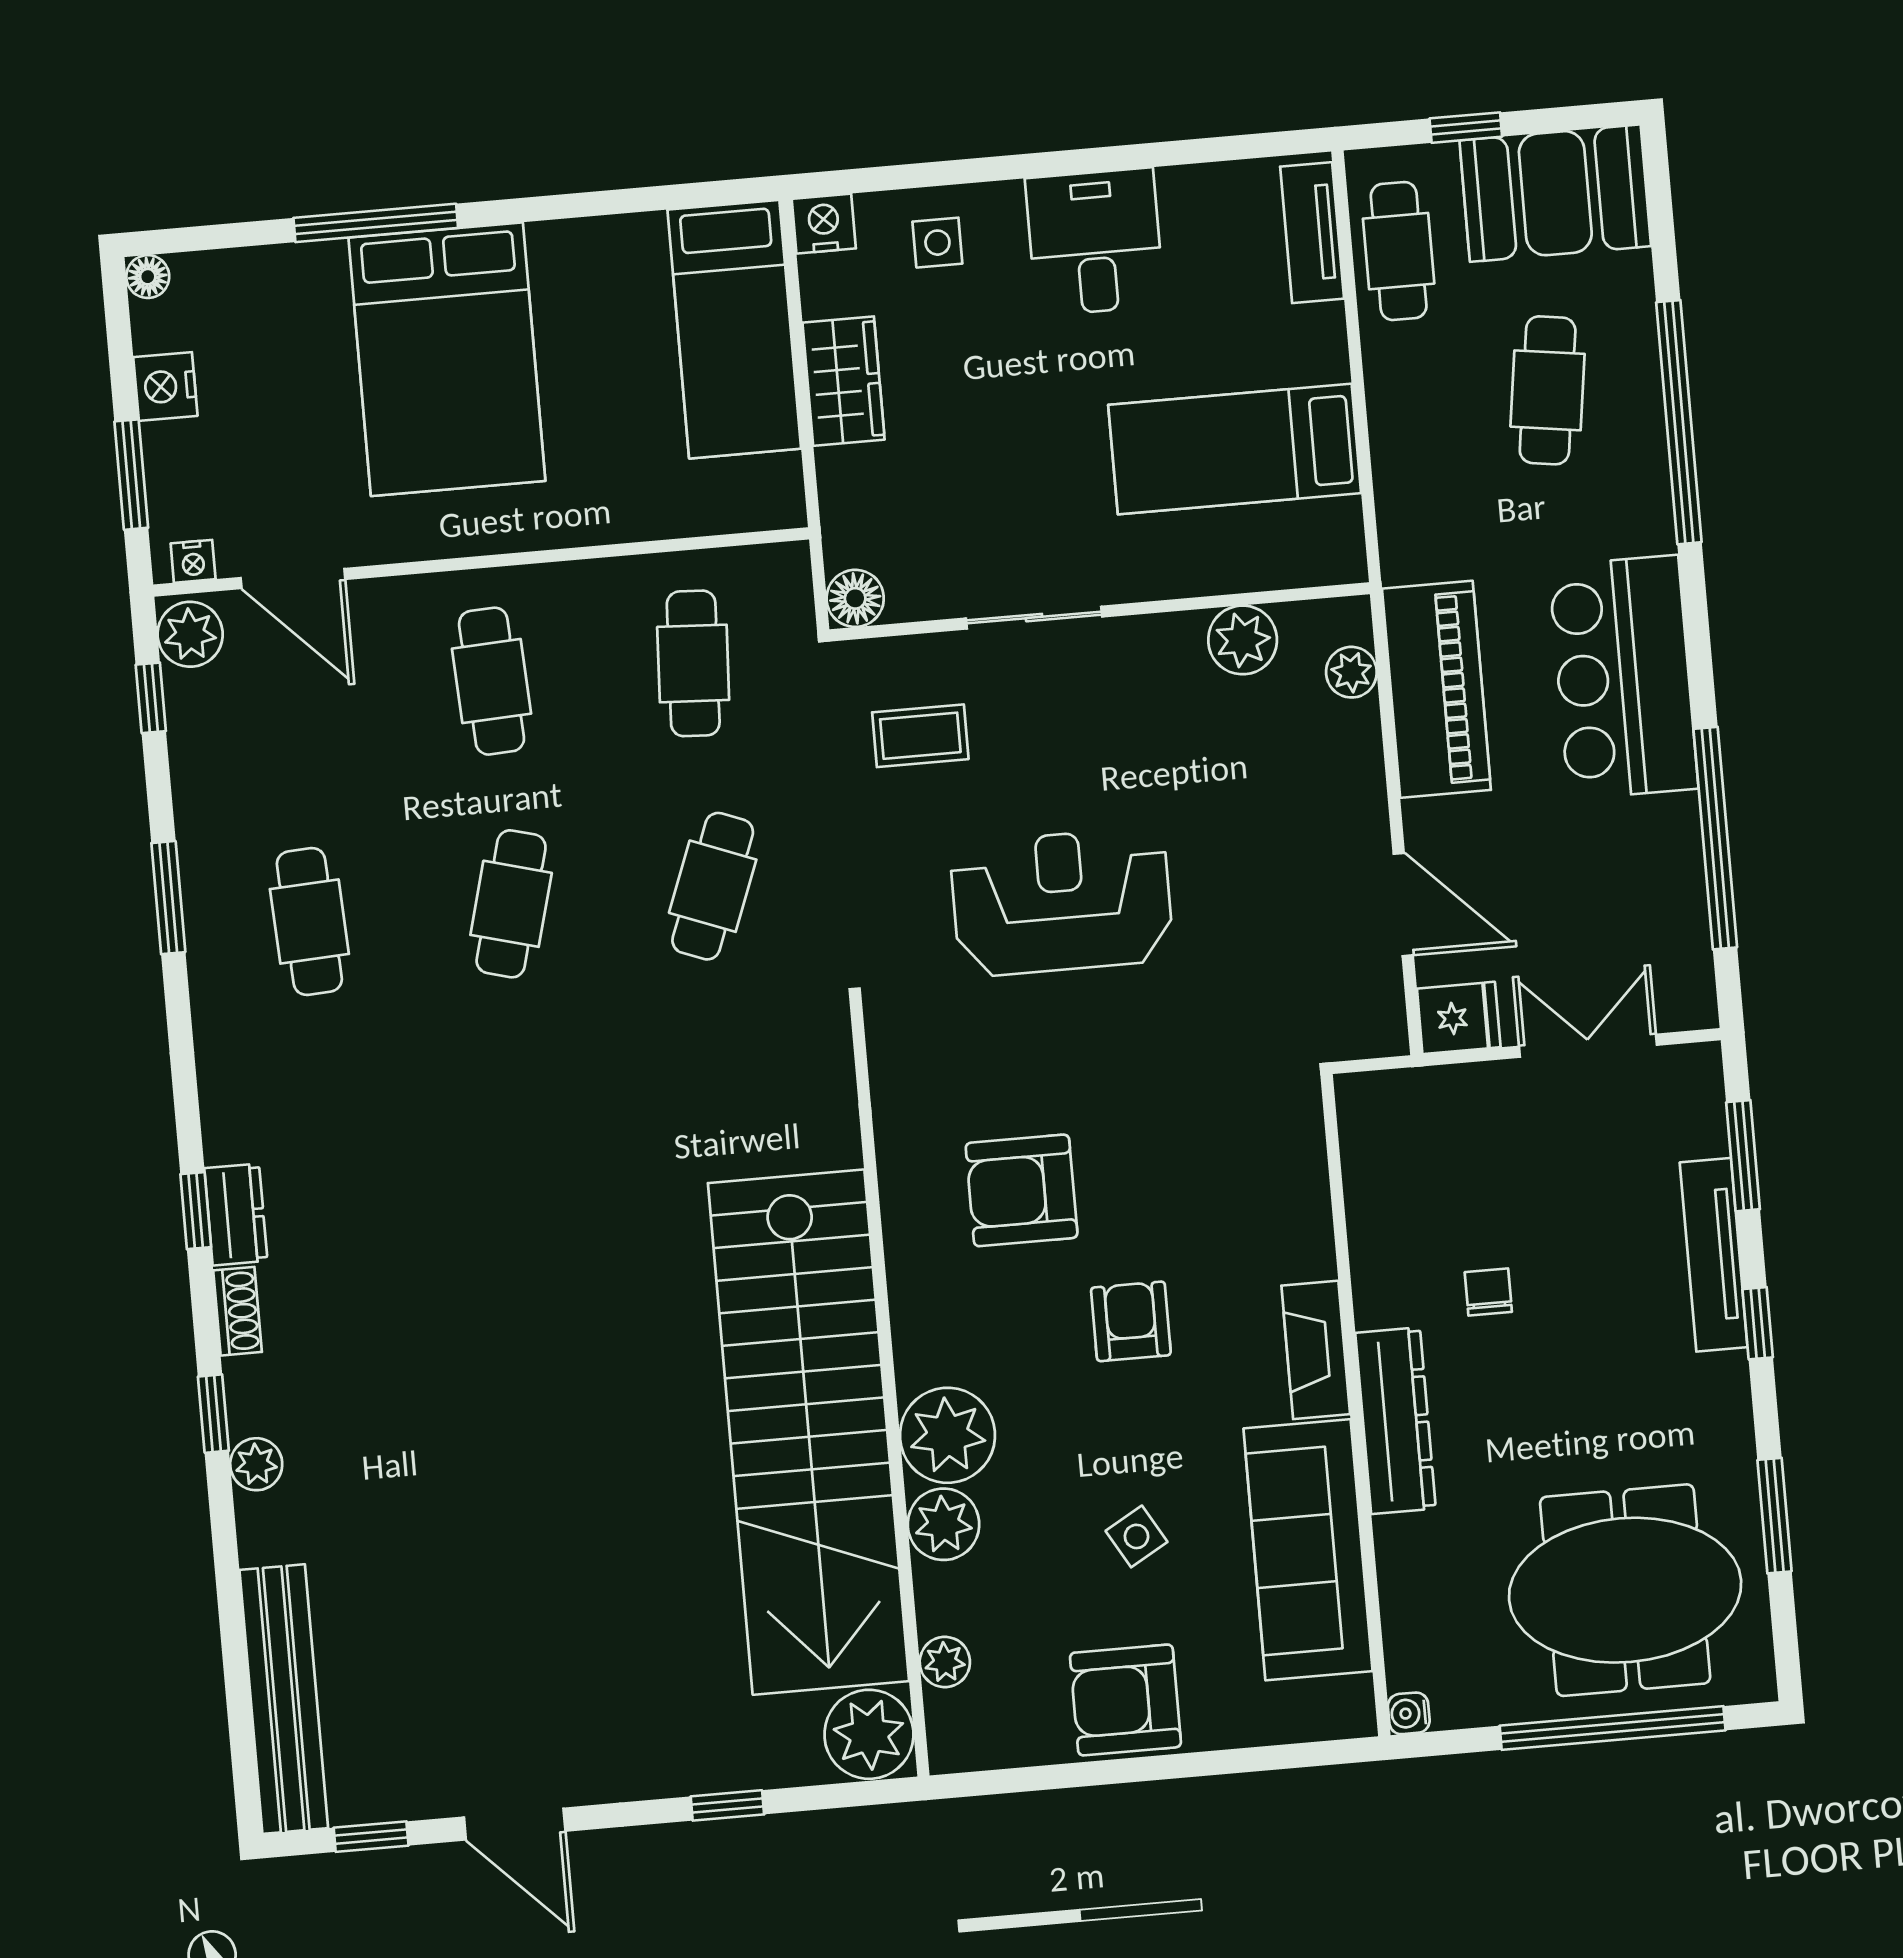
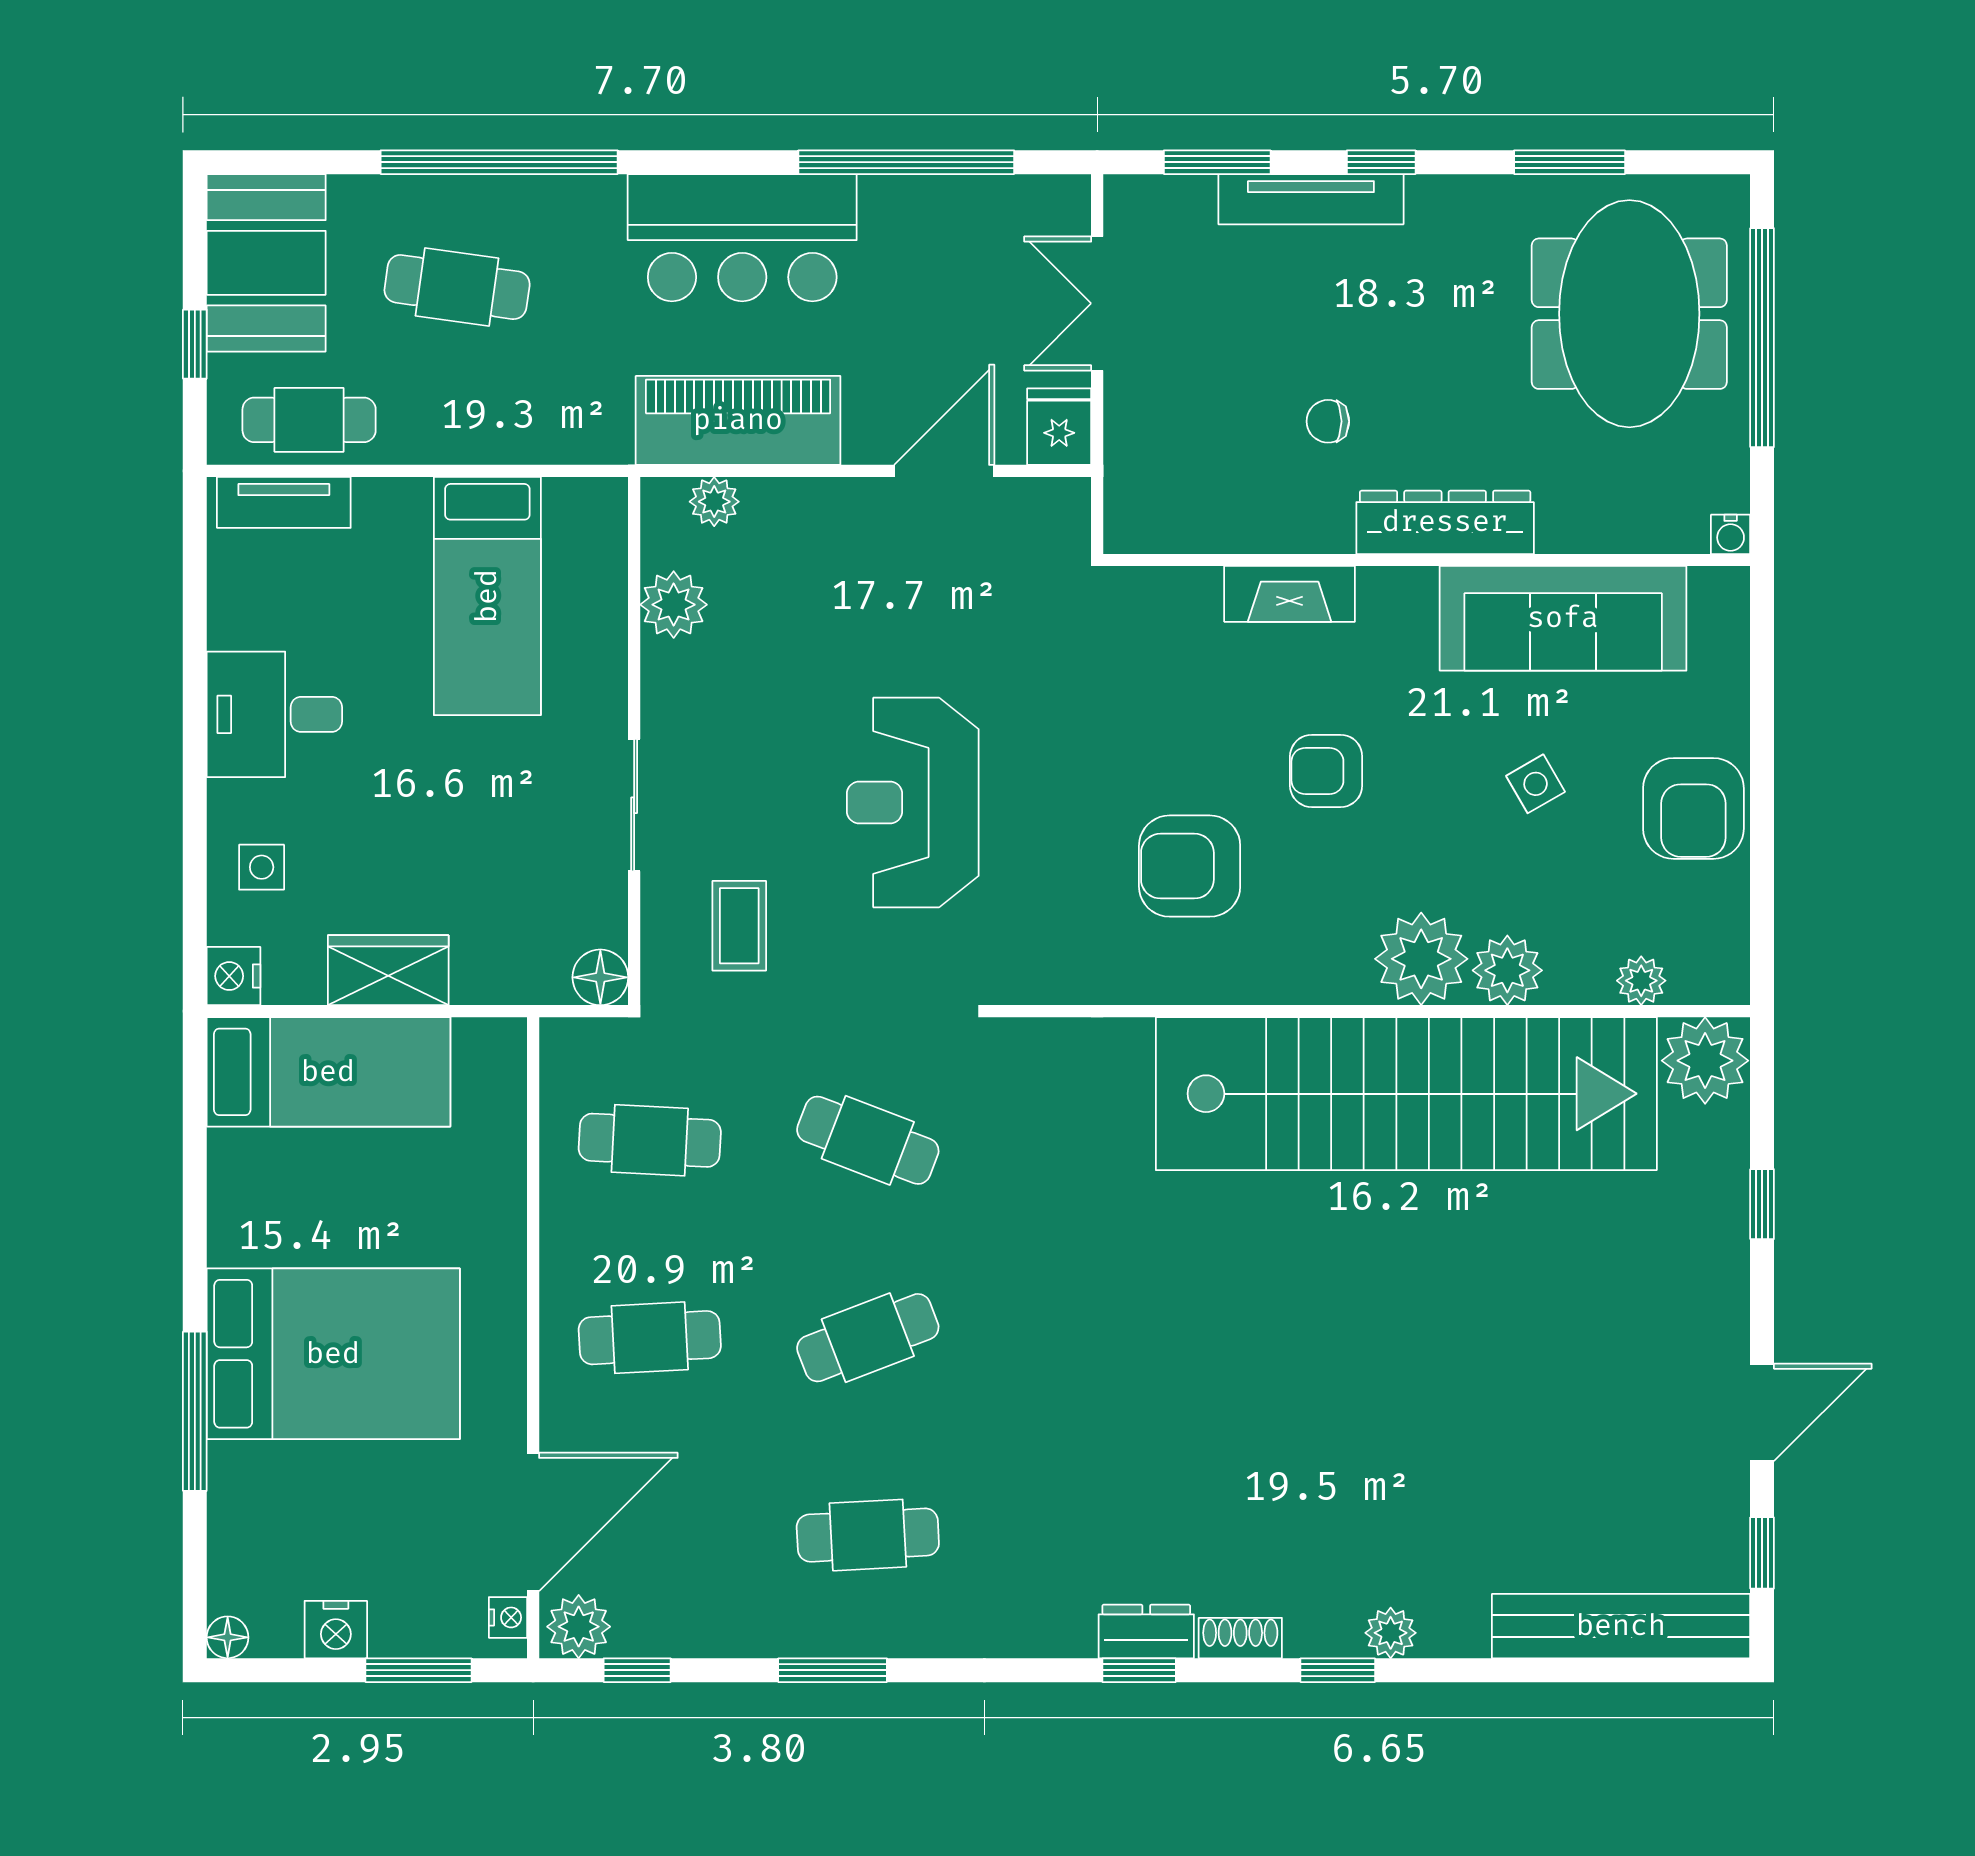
door: (293, 578) -> (533, 1522), width x1.36
cafe table: (511, 904) -> (868, 1338), turned -36
armchair: (1022, 1190) -> (1190, 866), turned 90
fireplace: (1316, 1350) -> (1290, 594), moved

